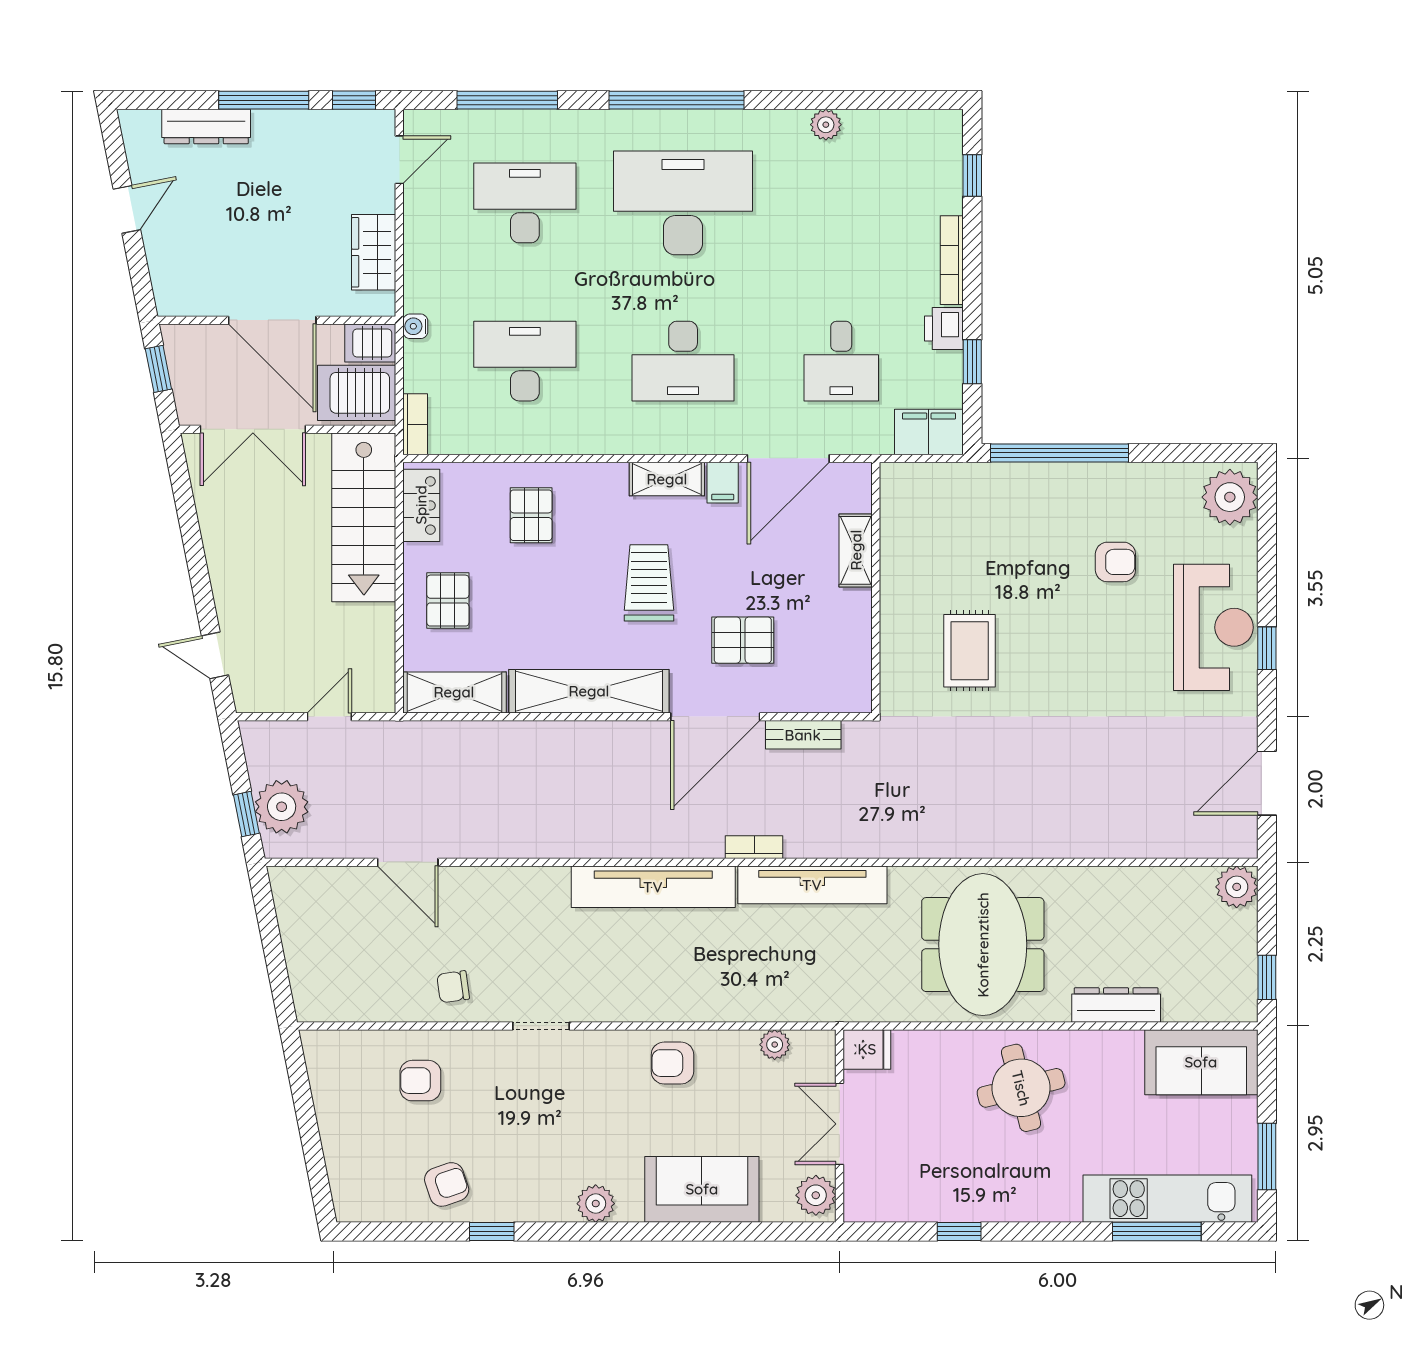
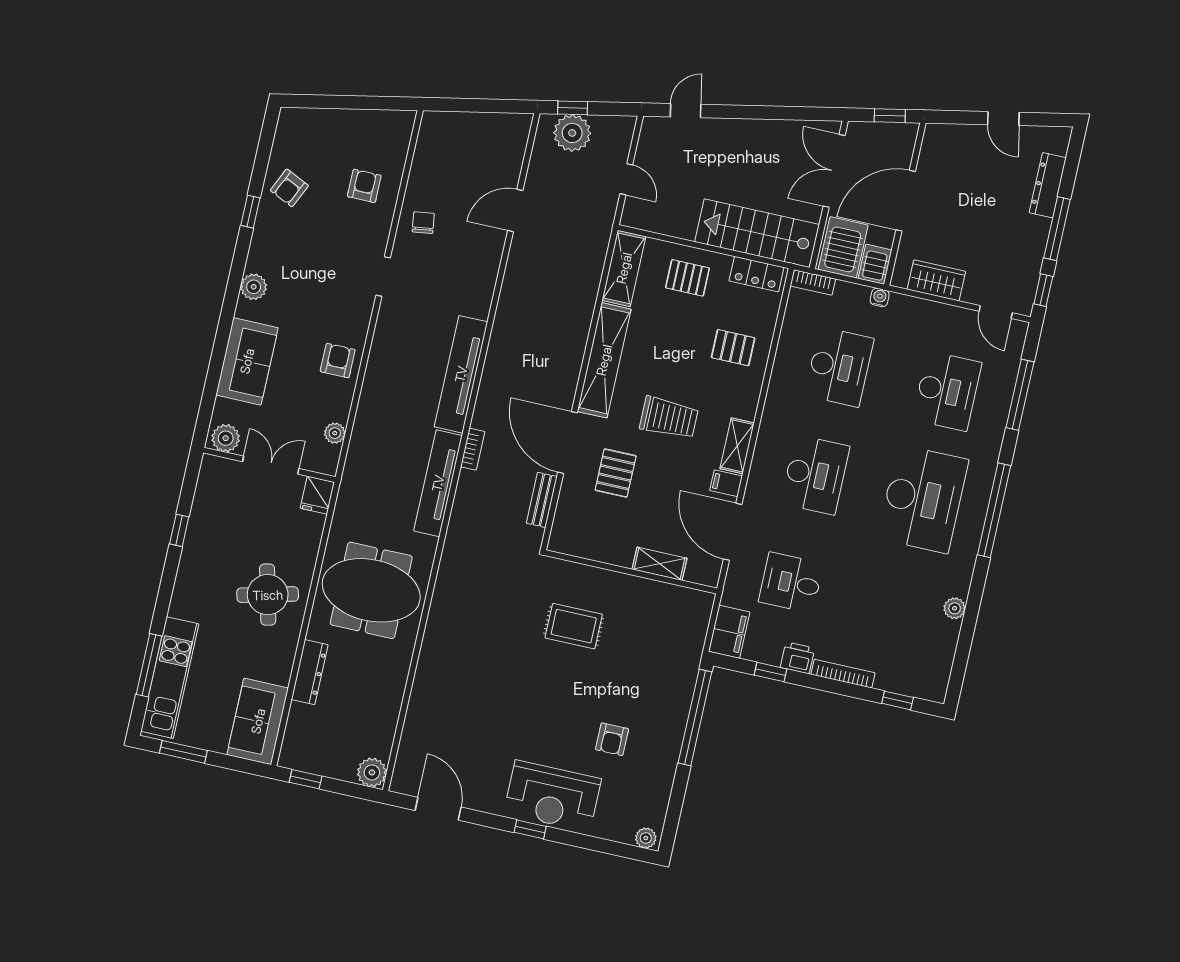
desk: (683, 361) -> (815, 475), turned 180
plant: (1230, 497) -> (646, 838), width x0.53, depth x0.53
armchair: (447, 1184) -> (289, 188), turned 44

